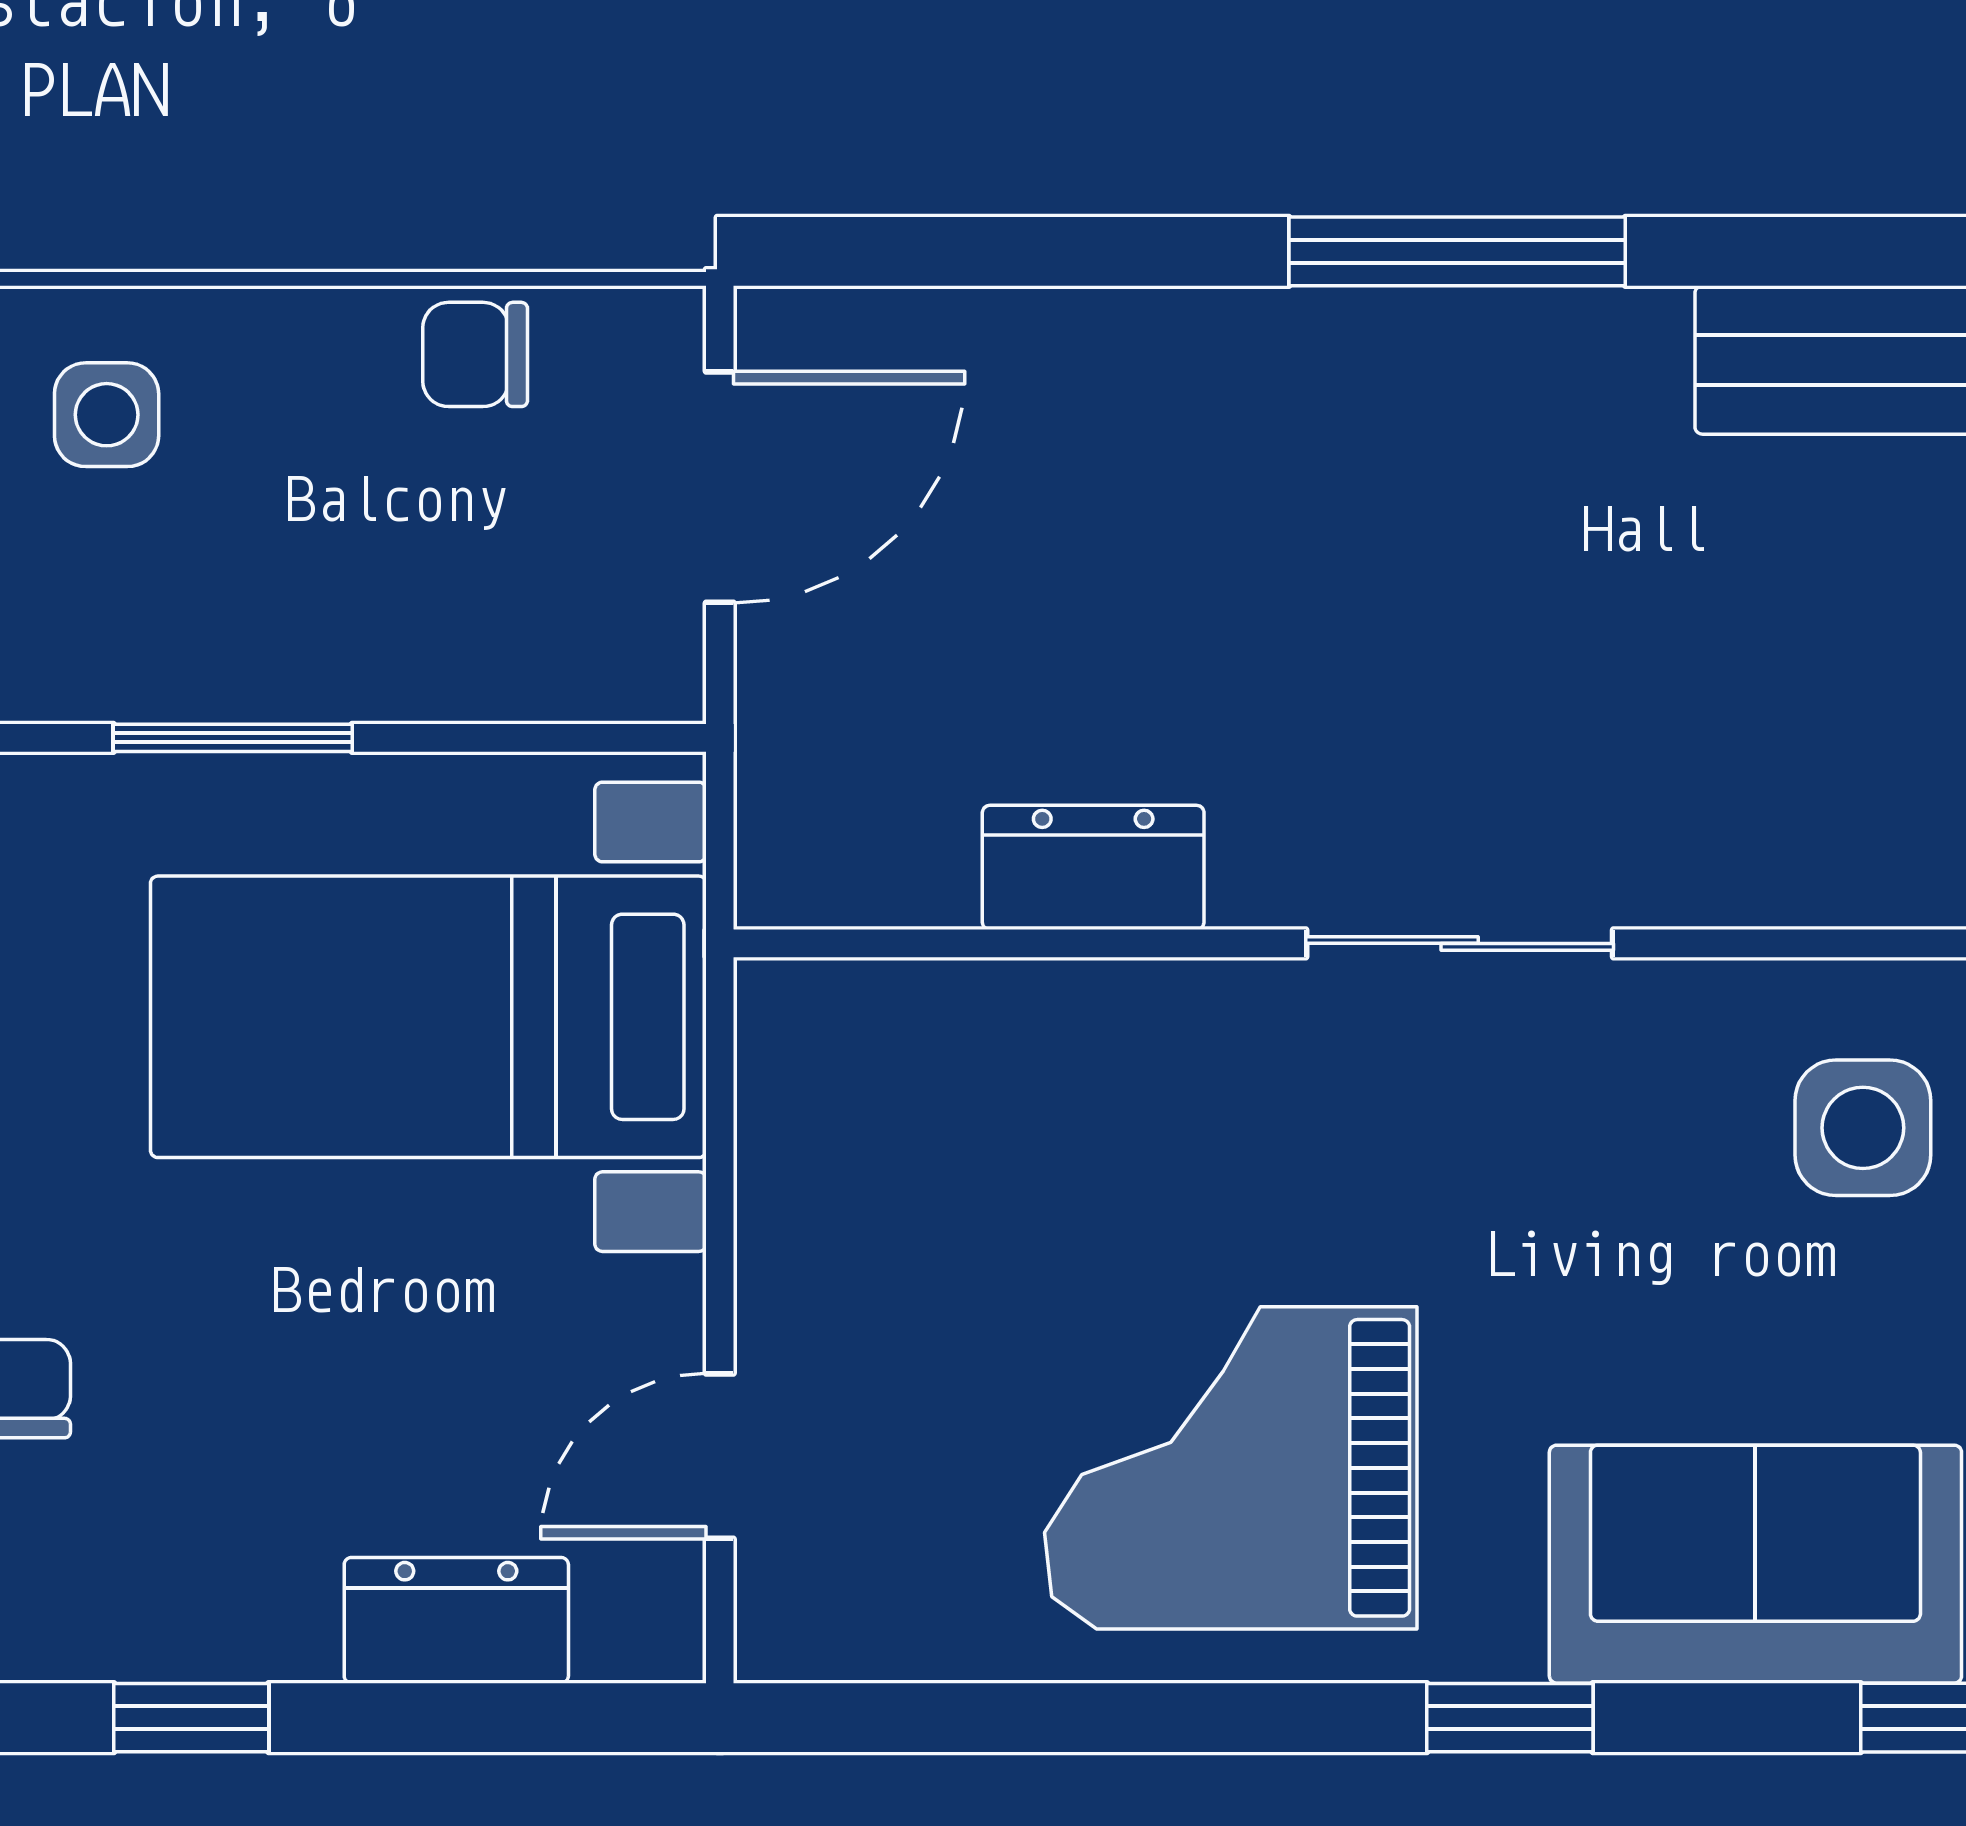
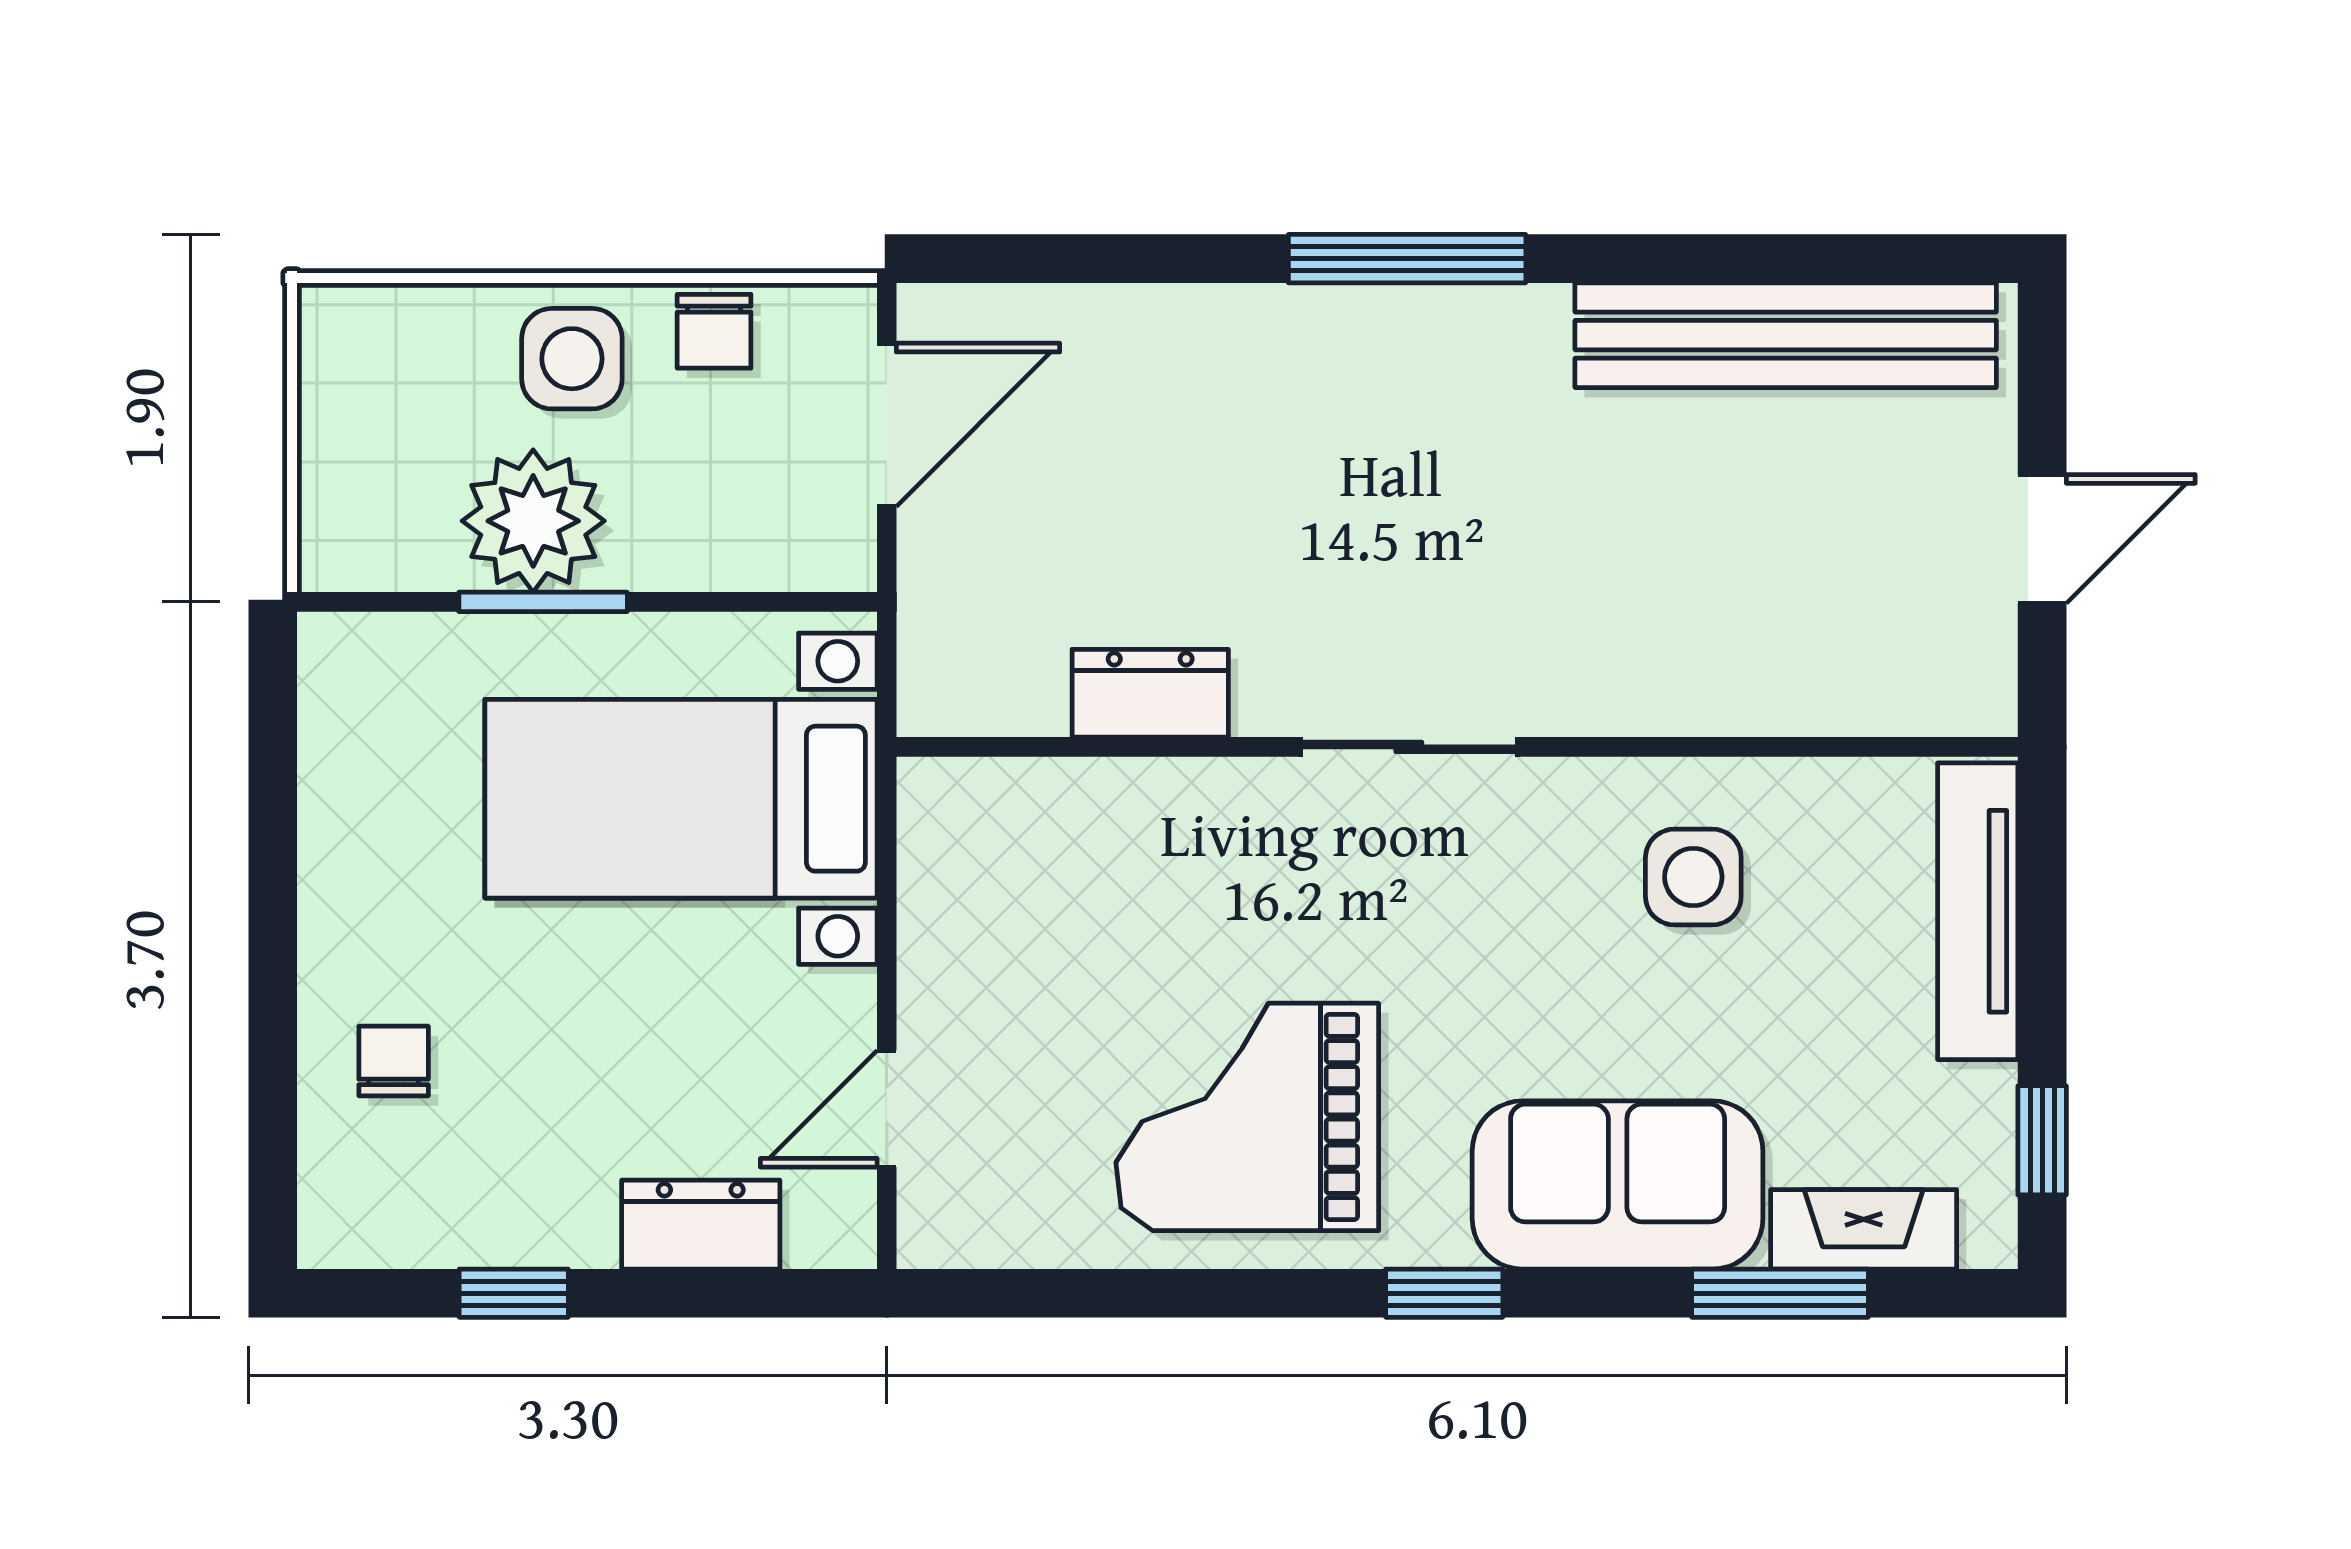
chair: (475, 354) -> (714, 331), turned -90
side table: (107, 415) -> (572, 359), moved, width x1.37, depth x1.37
plant: (219, 623) -> (533, 521), added

